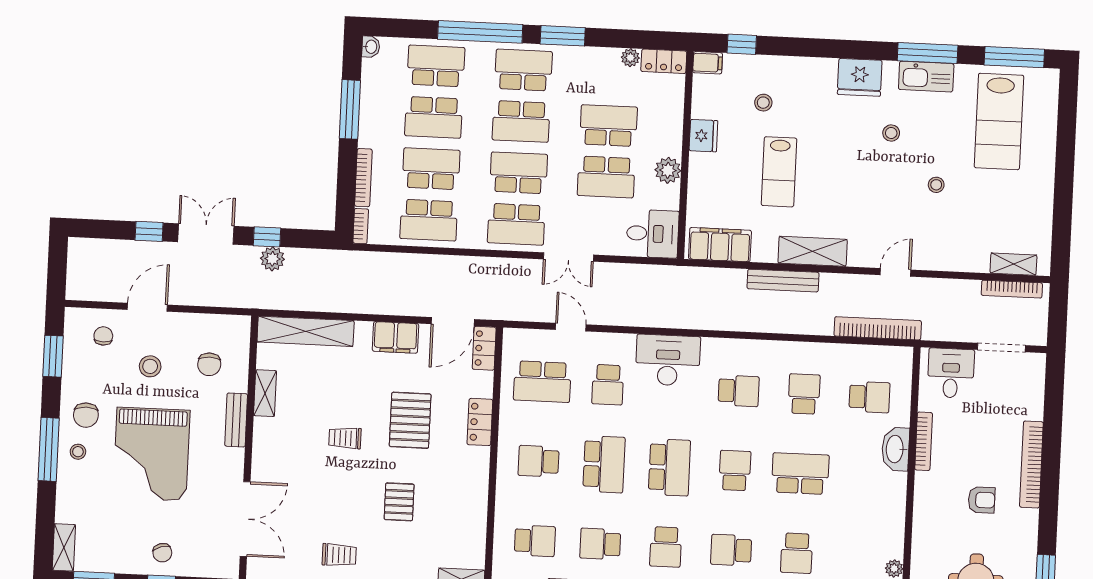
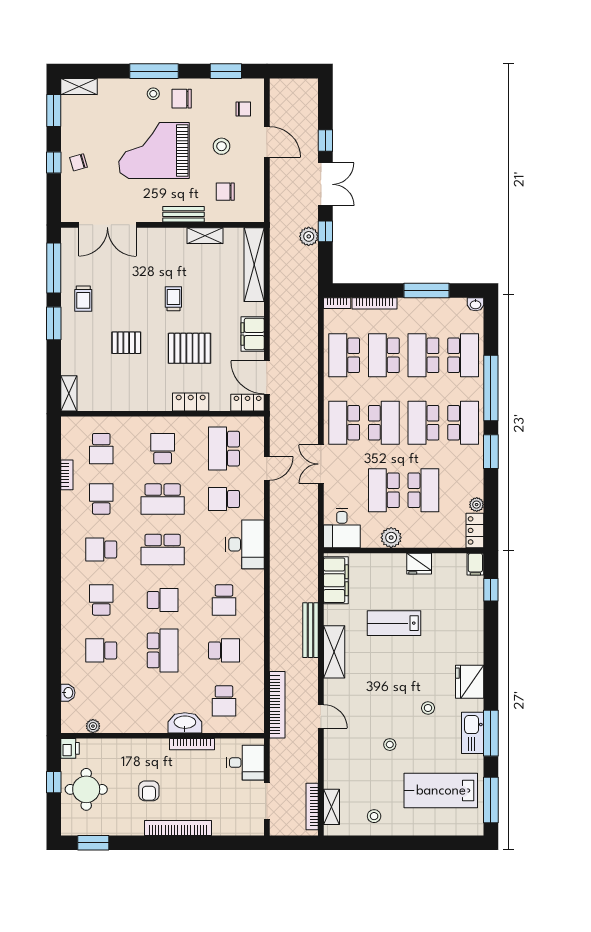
stool: (763, 103) -> (374, 816), moved
school desk: (431, 169) -> (384, 355), turned 180

